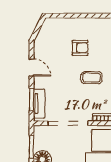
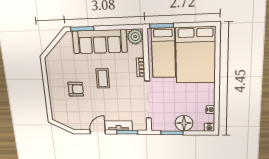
armchair: (80, 48) -> (76, 89), turned 90
tv unit: (39, 104) -> (118, 126), moved

